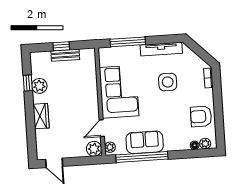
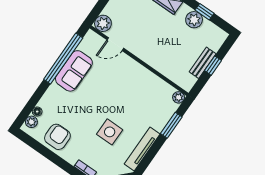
window: (128, 42) -> (171, 125), width x0.69
corner sofa: (119, 92) -> (135, 84), removed
door: (102, 128) -> (115, 44), swing flipped
plant: (110, 147) -> (179, 97), moved

